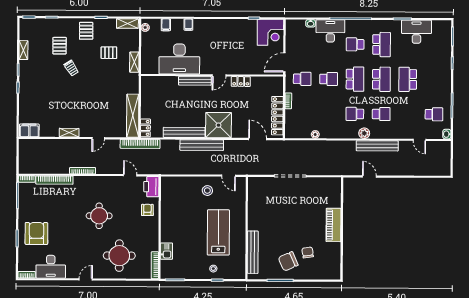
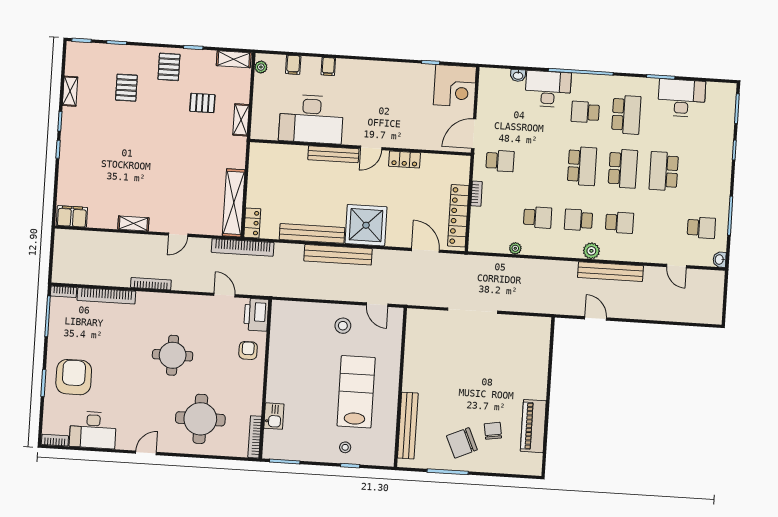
trolley: (71, 68) -> (143, 123), removed
school desk: (329, 79) -> (538, 217), moved
piano: (333, 225) -> (533, 426), moved

